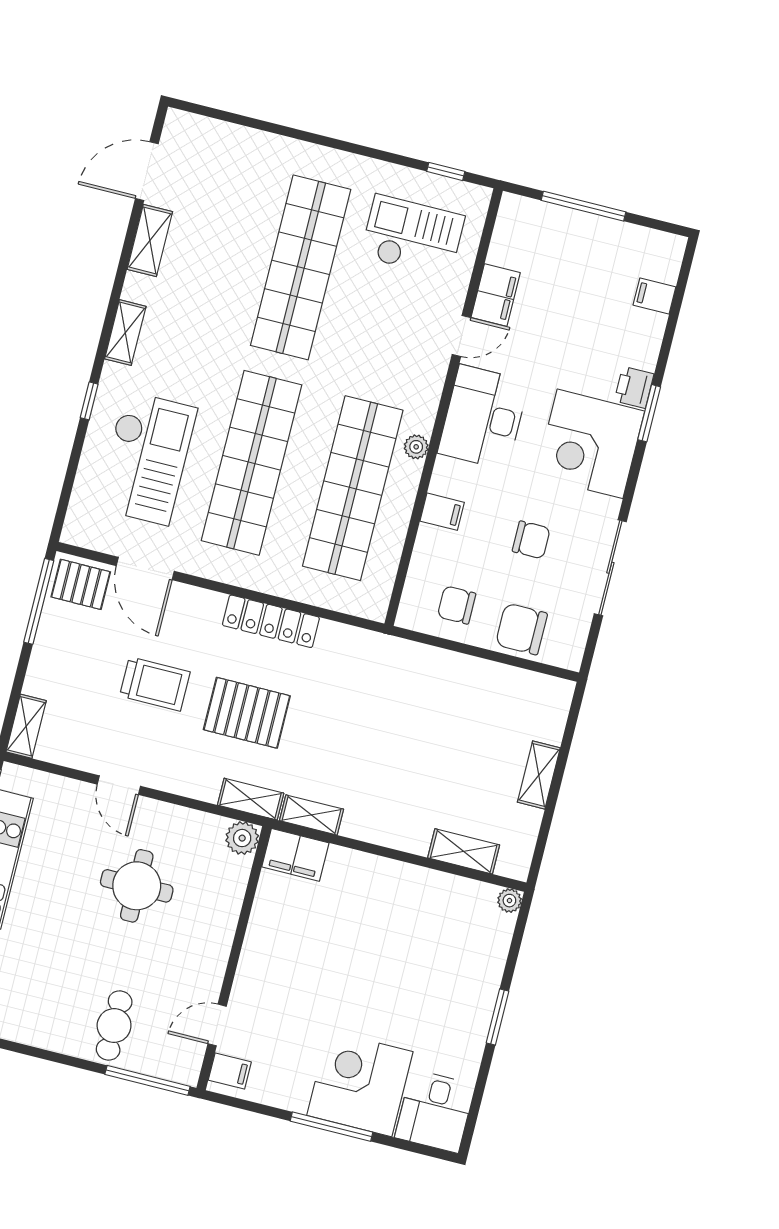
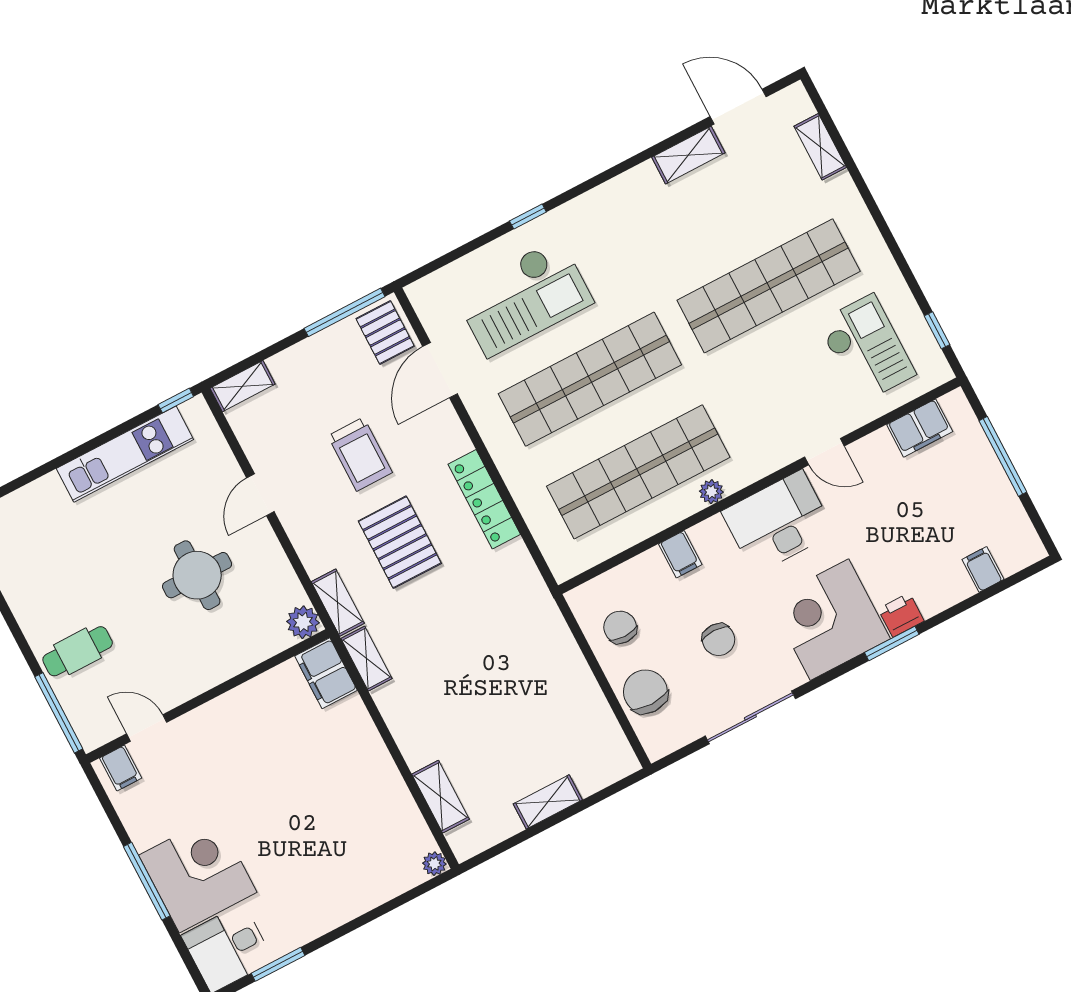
filing cabinet: (496, 295) -> (920, 428), moved
shelving: (125, 333) -> (820, 147), moved, turned 90
window: (497, 1017) -> (278, 964), moved

